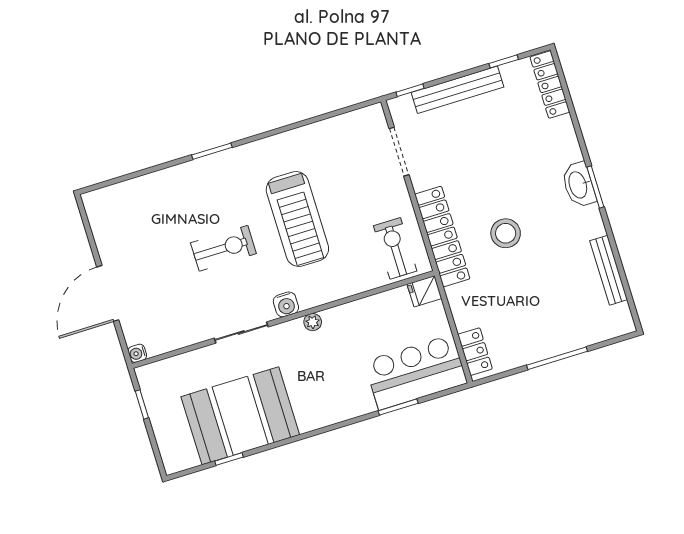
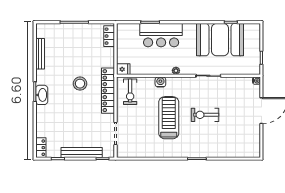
locker: (550, 84) -> (41, 148), width x0.66
water cooler: (286, 304) -> (160, 82), moved
bar counter: (416, 372) -> (161, 35), moved

